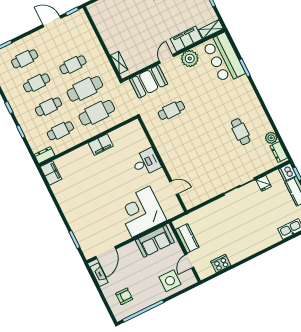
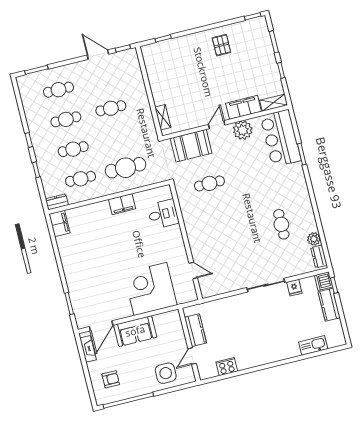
cafe table: (85, 89) -> (118, 138), removed
desk: (146, 162) -> (163, 214), moved
sofa: (155, 241) -> (135, 331), moved

